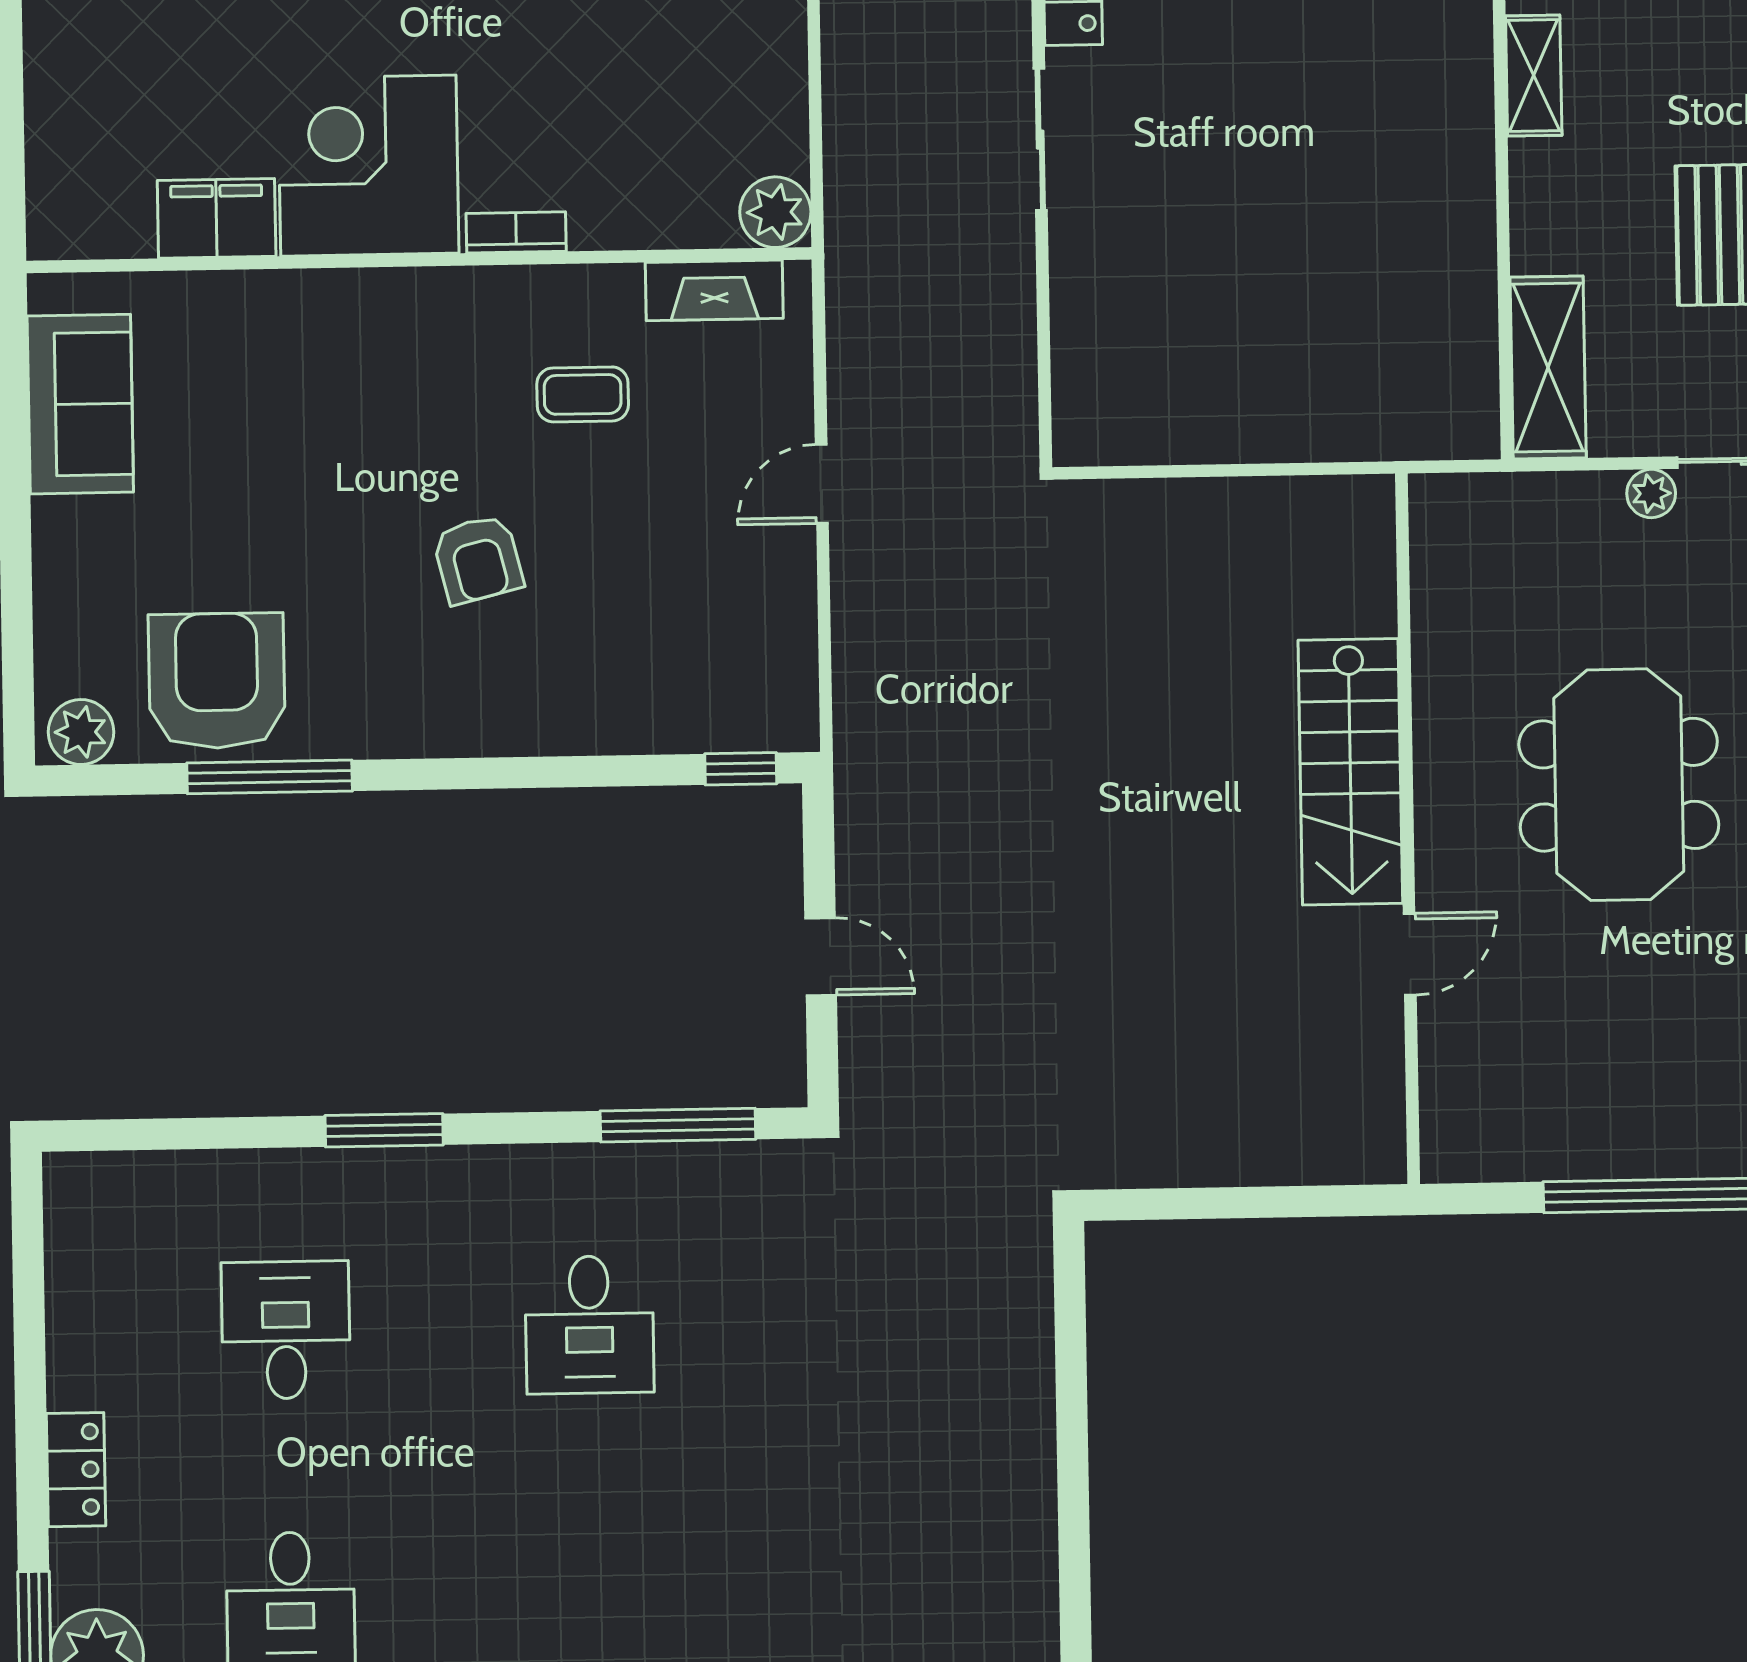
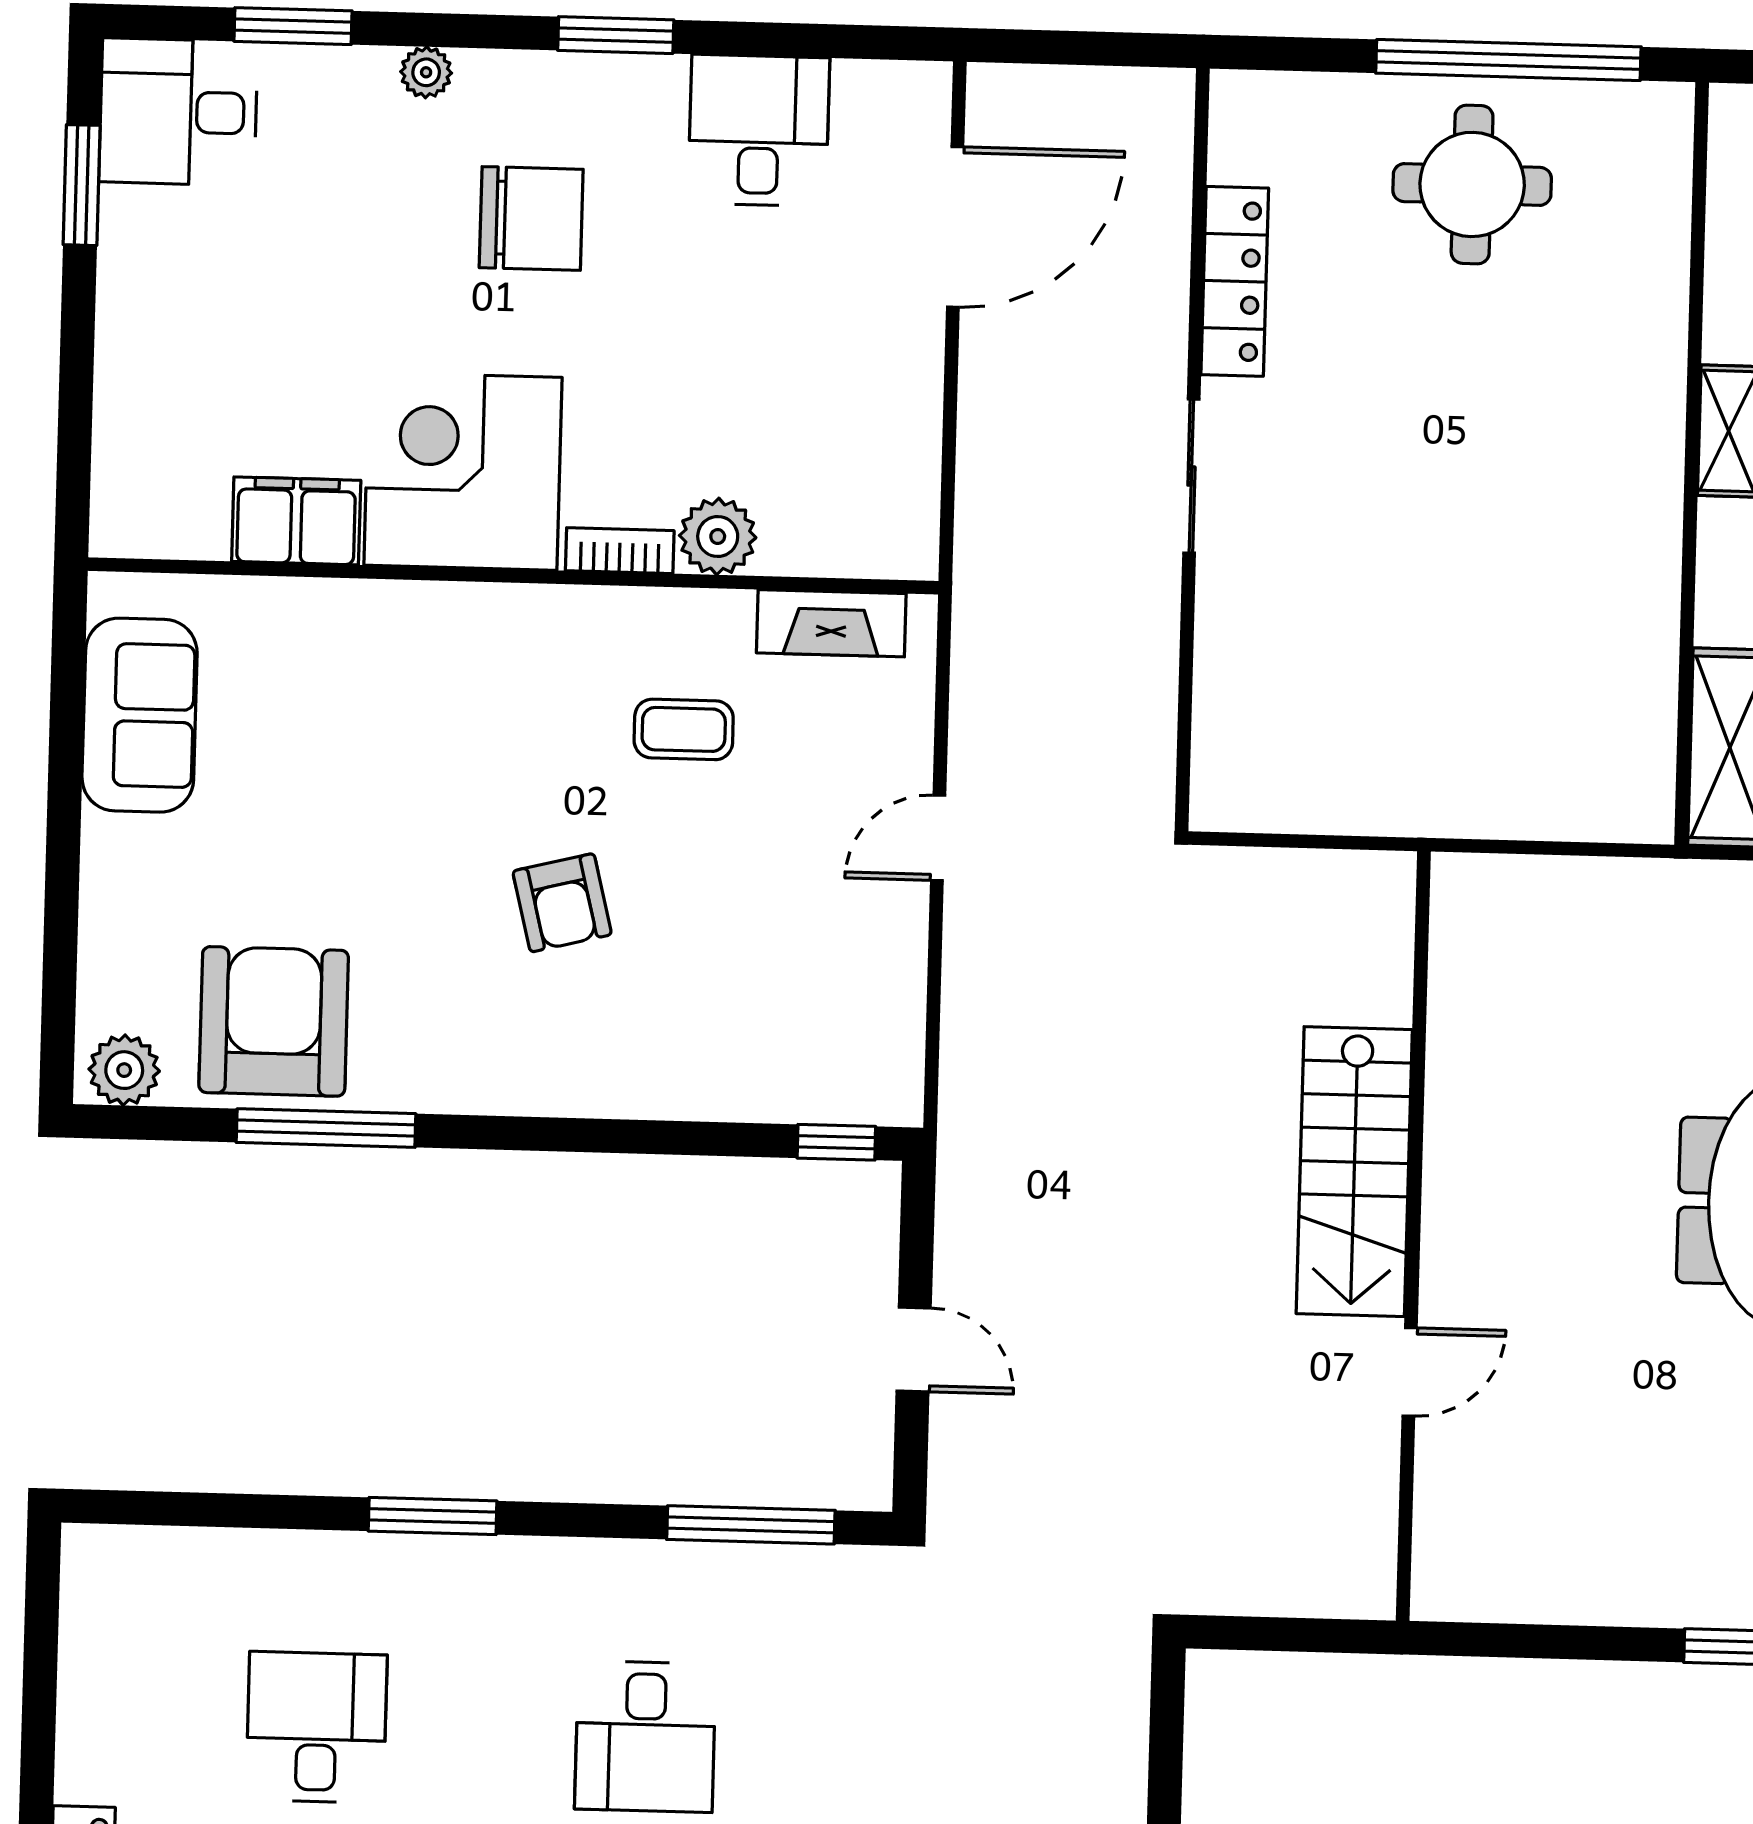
plant: (775, 212) -> (718, 537), moved
stairs: (1350, 772) -> (1354, 1172), moved
wall: (1408, 829) -> (1413, 1236), moved
door: (1410, 954) -> (1410, 1372), moved

